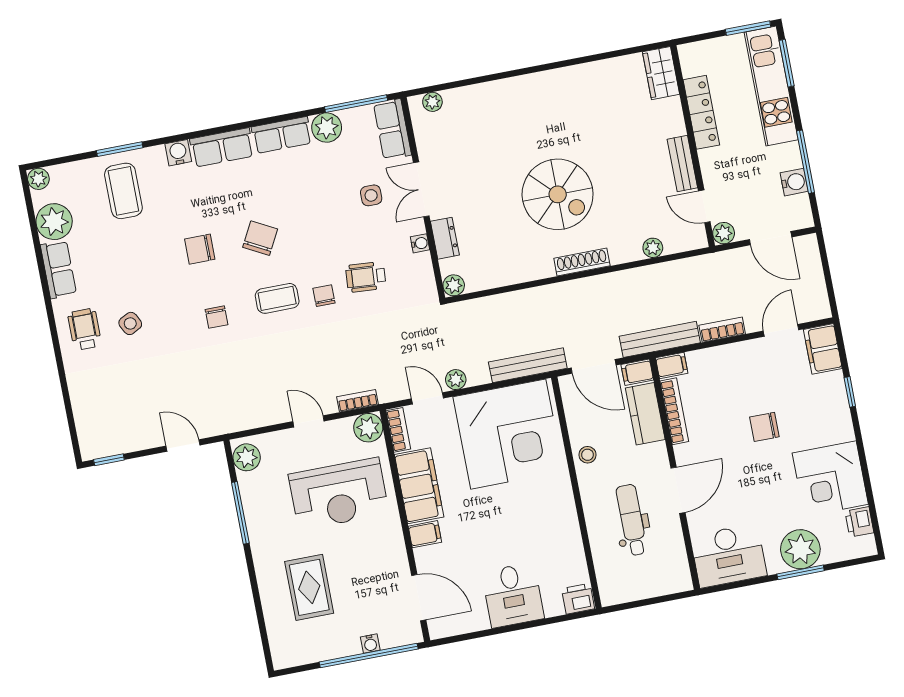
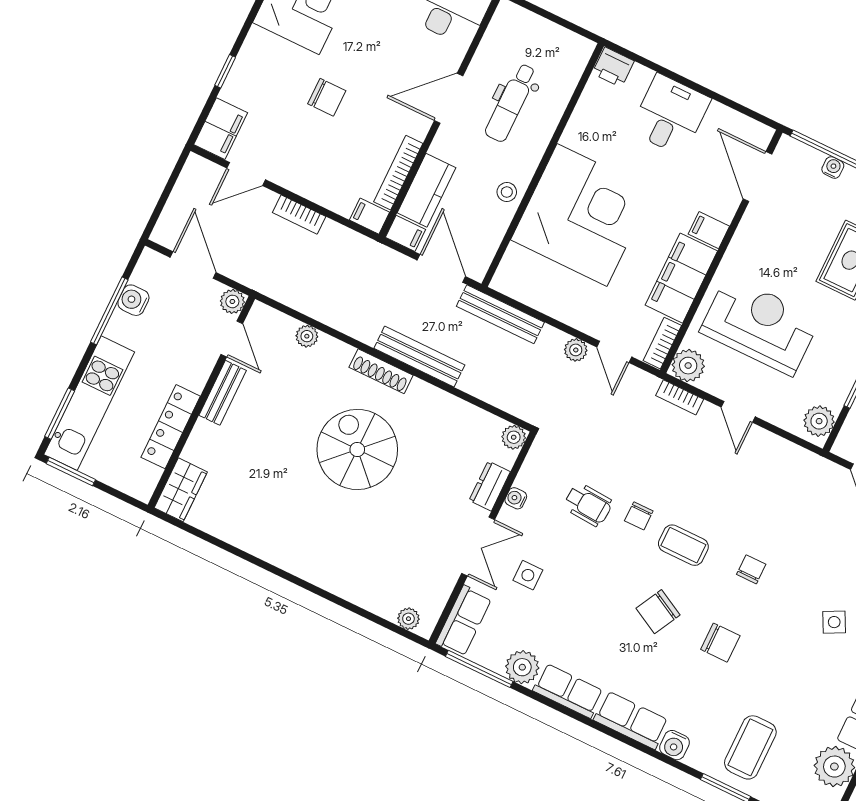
bench: (660, 339) -> (419, 357), moved
corner desk: (508, 434) -> (582, 215), moved, turned 90

